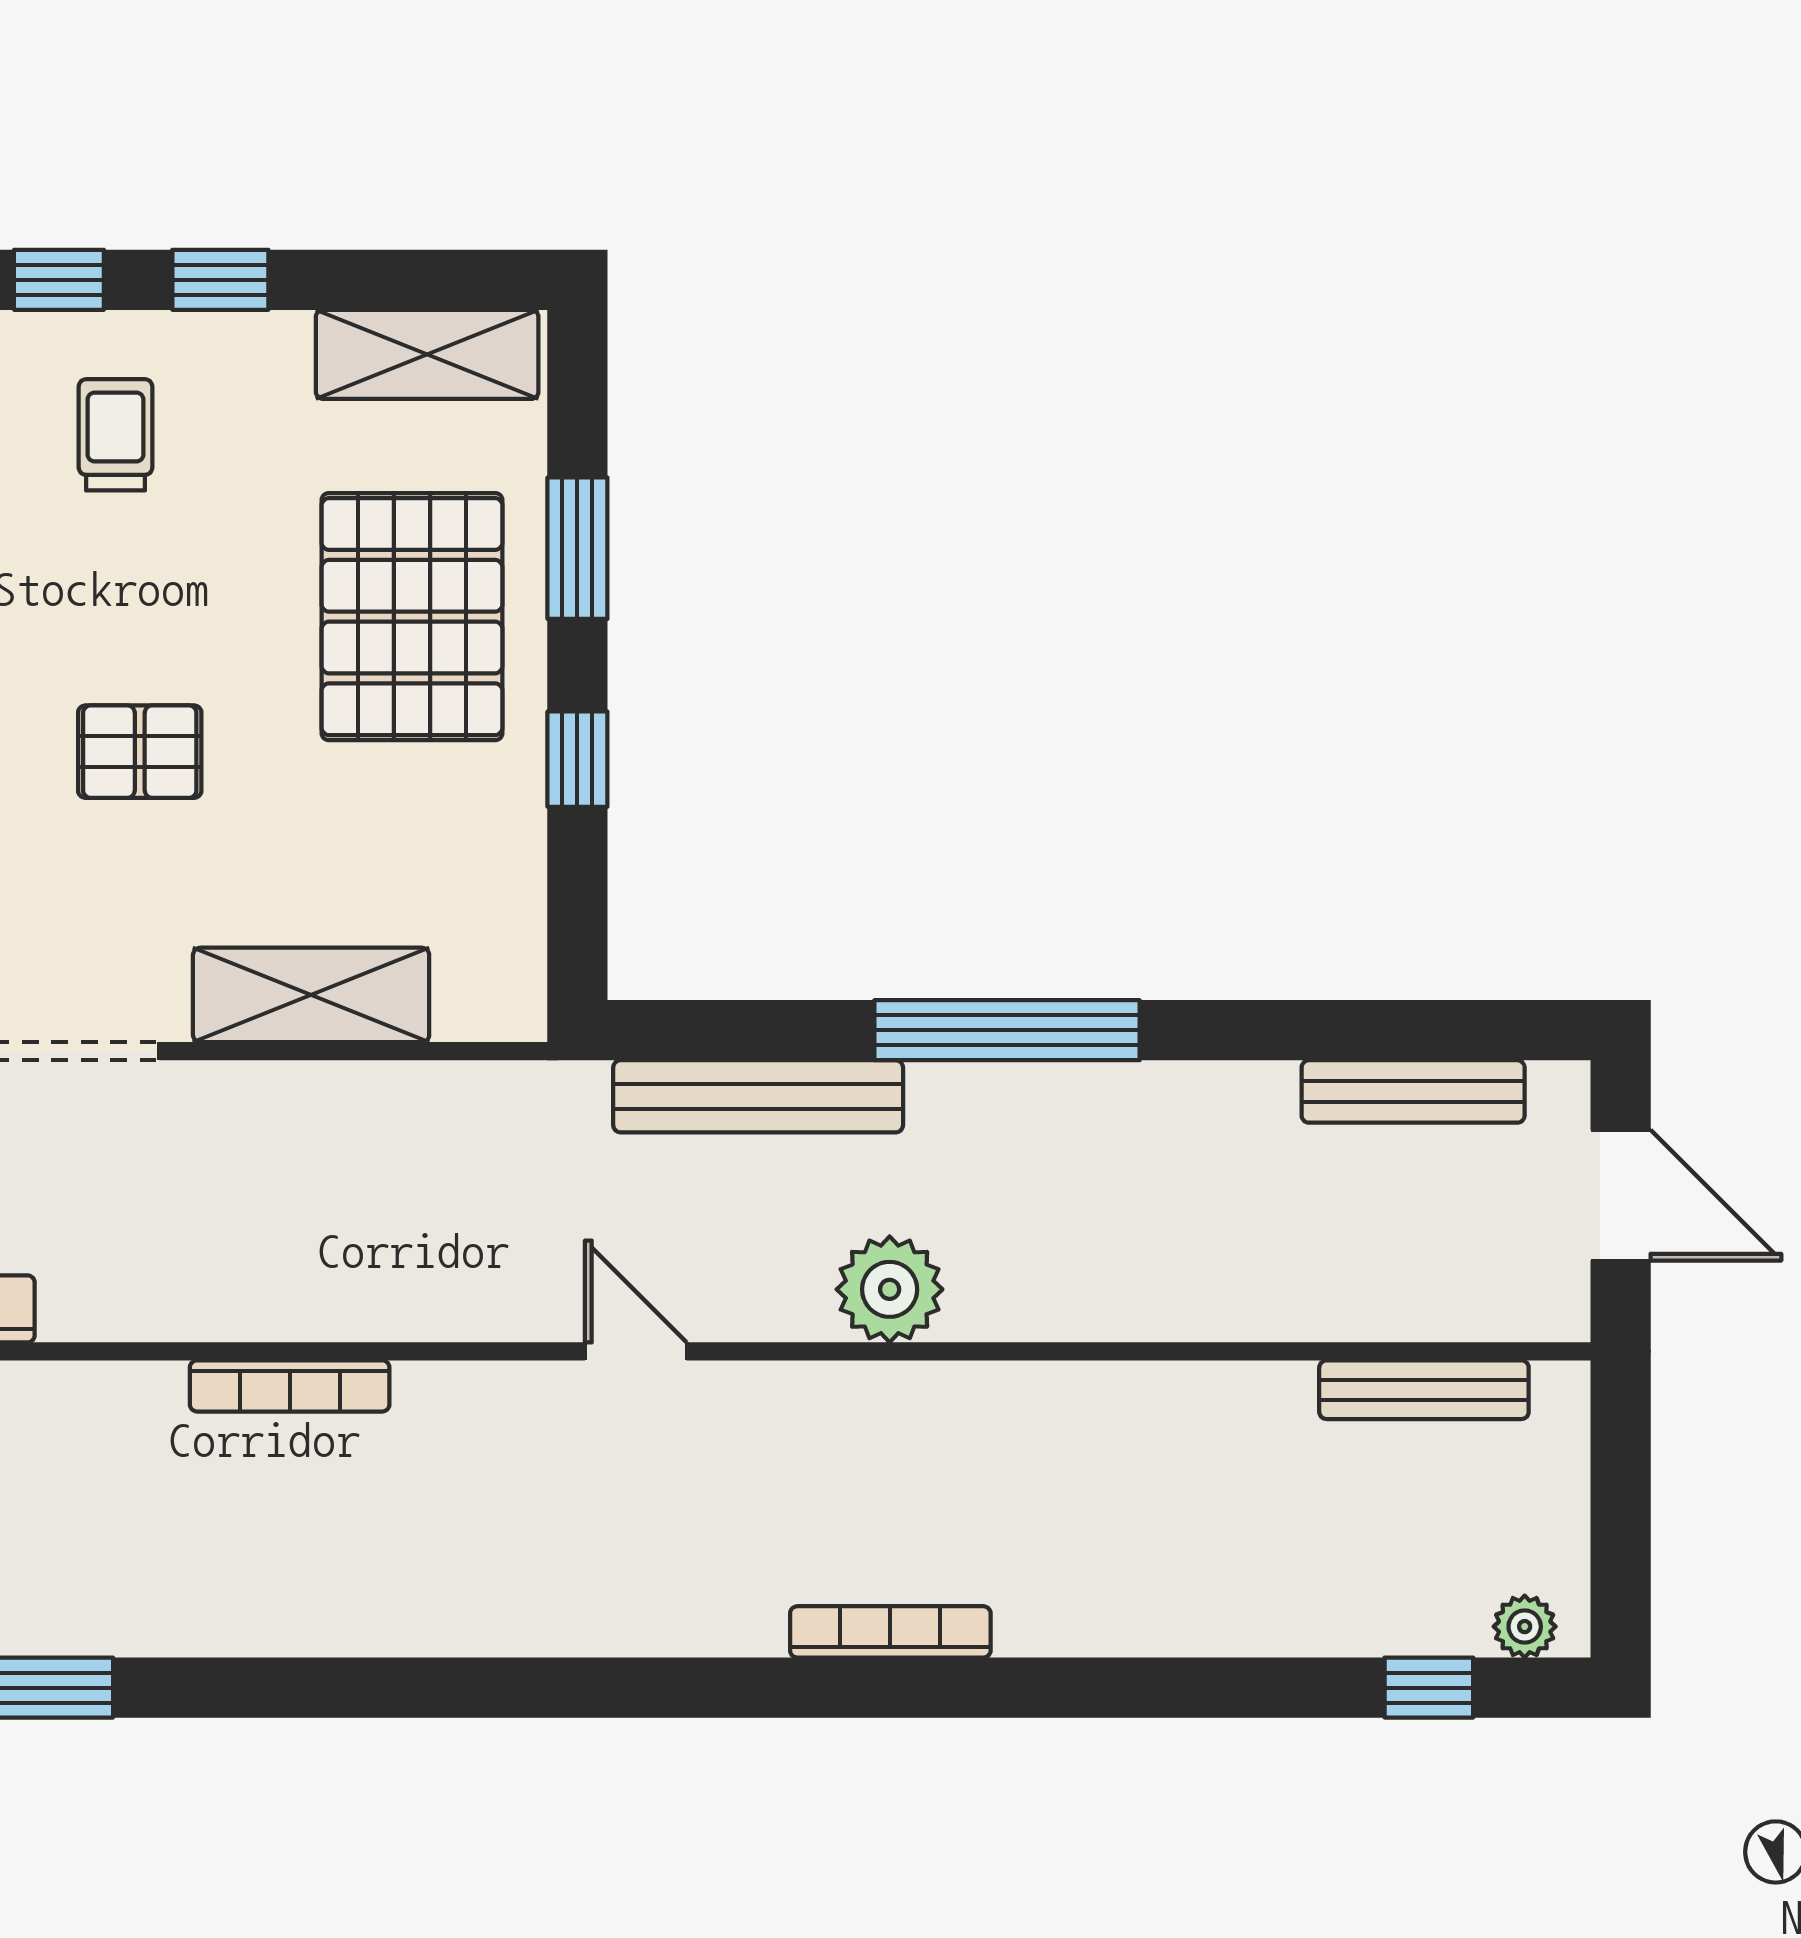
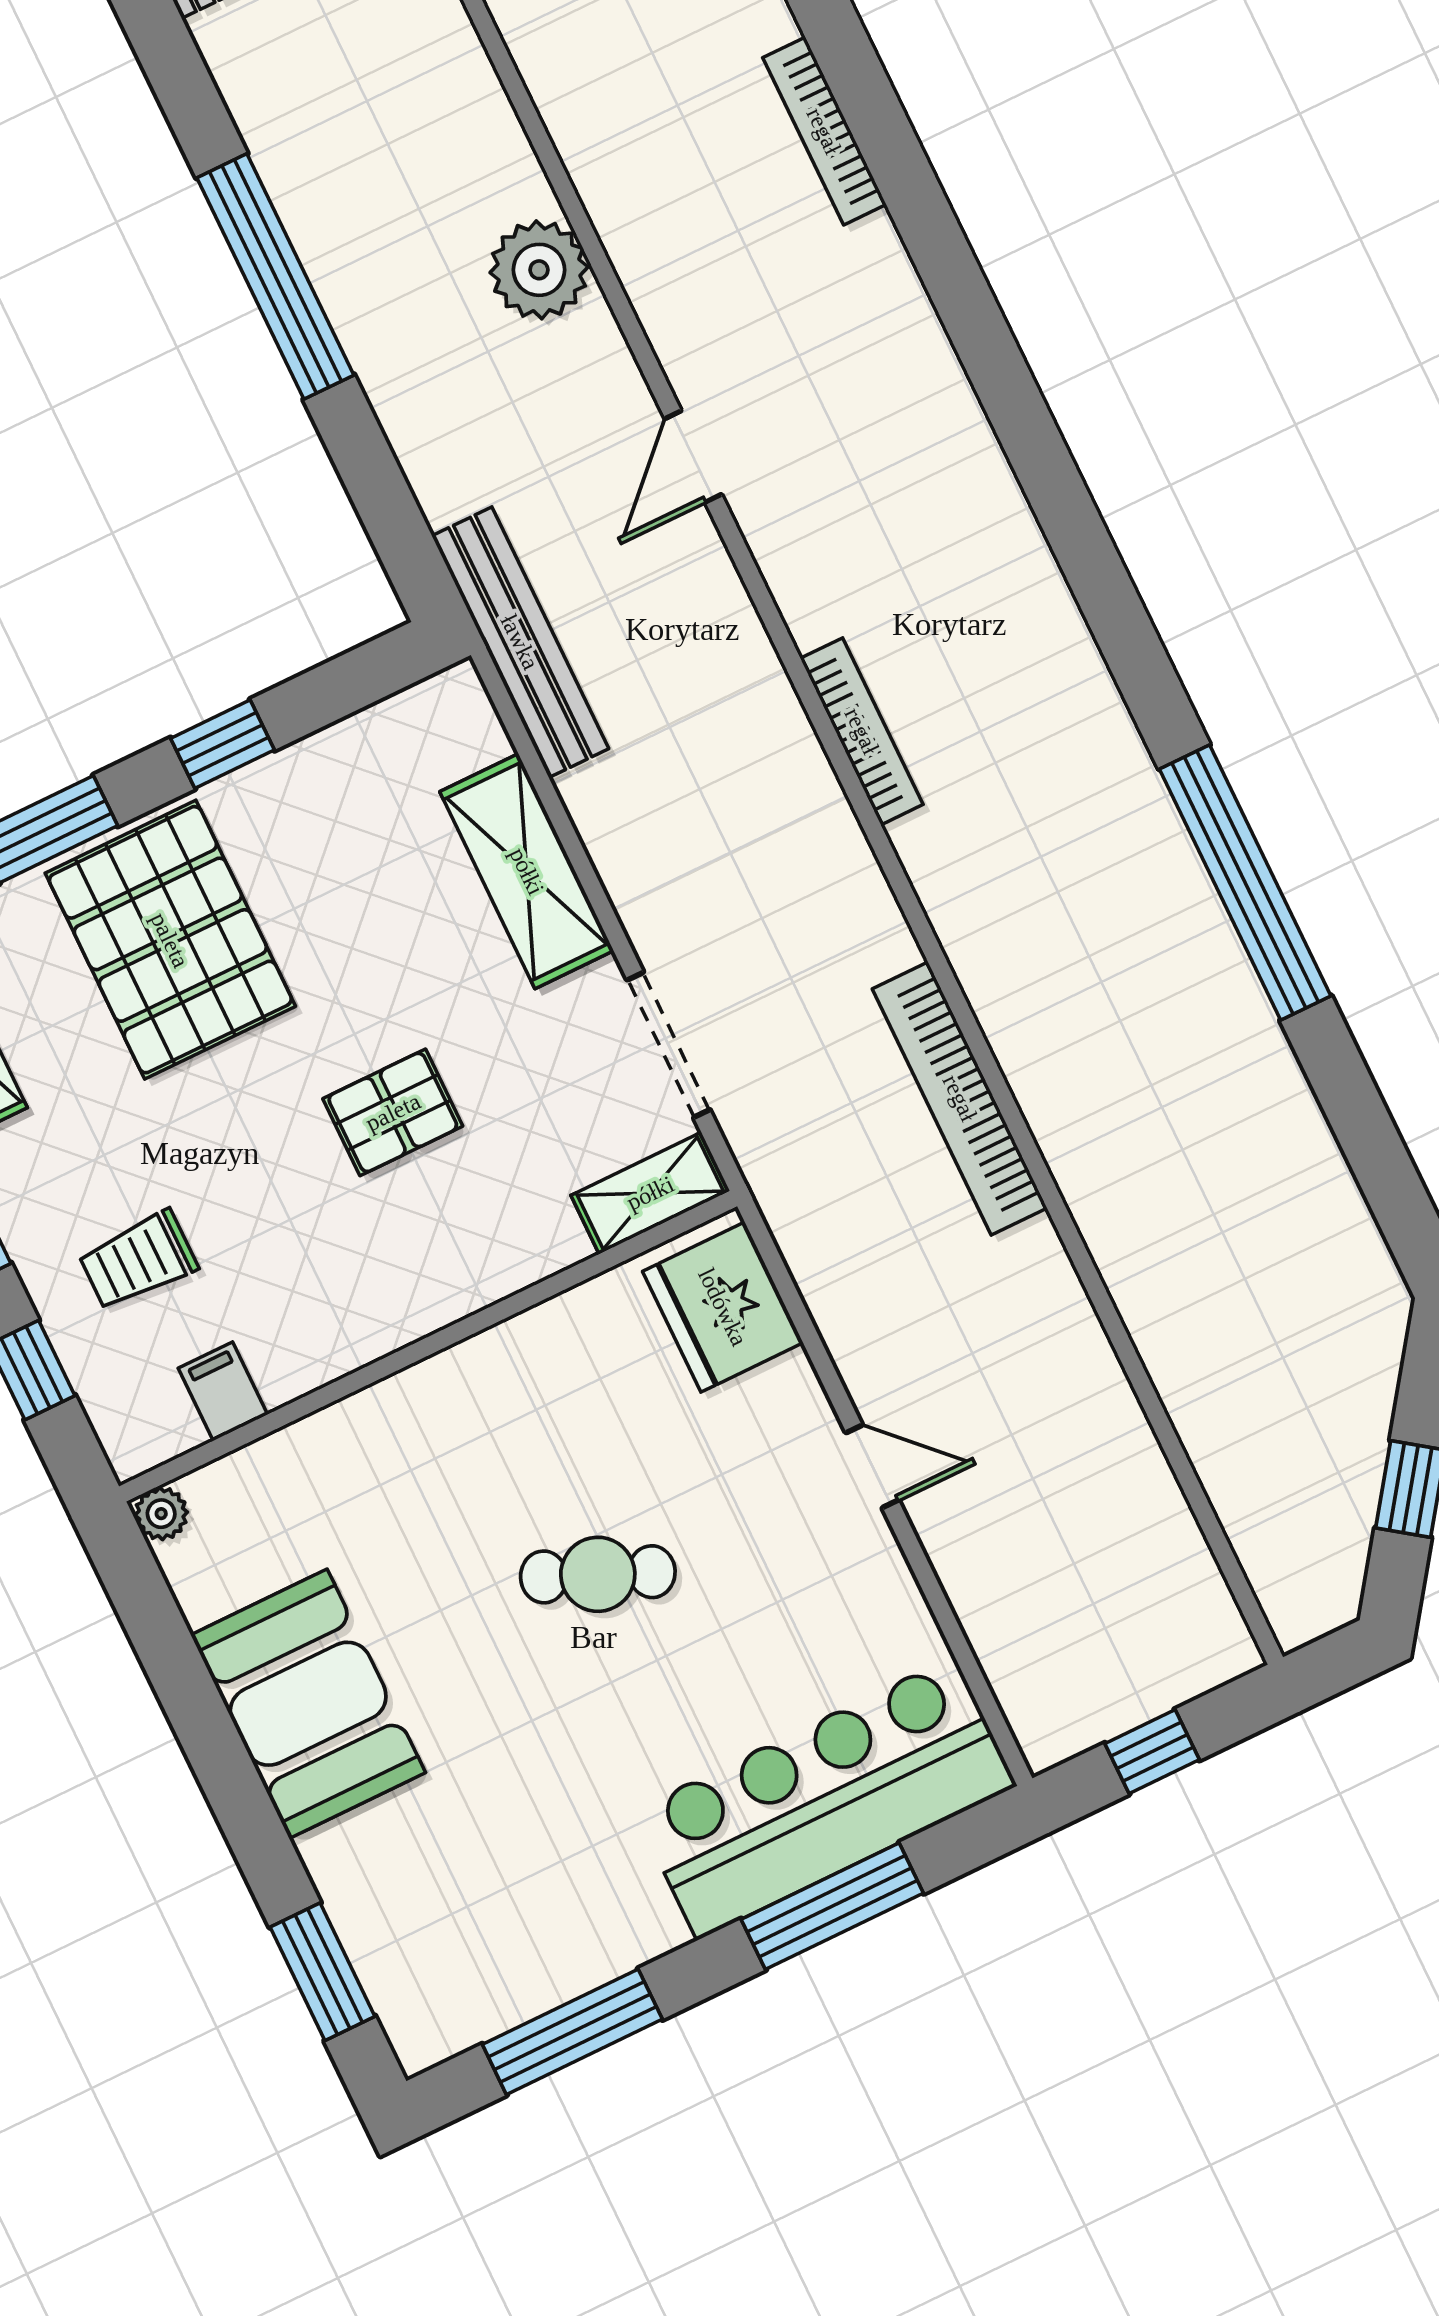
pallet: (412, 617) -> (170, 940), turned 90
pallet: (140, 752) -> (393, 1112), turned 90
bench: (758, 1096) -> (520, 642), moved

